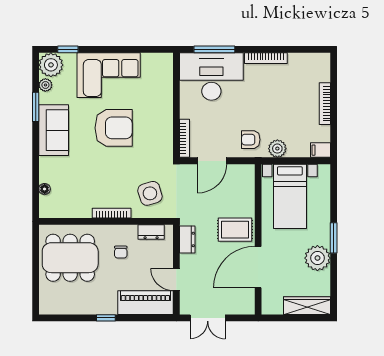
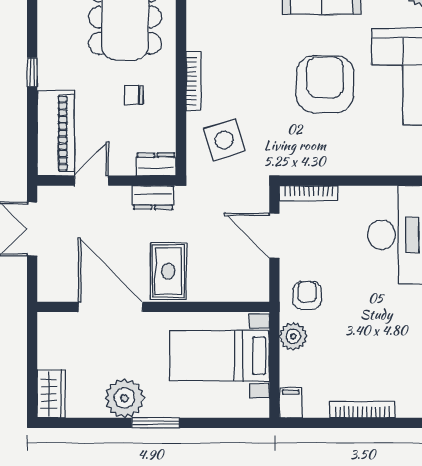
armchair: (114, 128) -> (325, 84), turned 180
dresser: (151, 232) -> (156, 164), moved, turned 90
wardrobe: (307, 306) -> (51, 394), width x0.67

